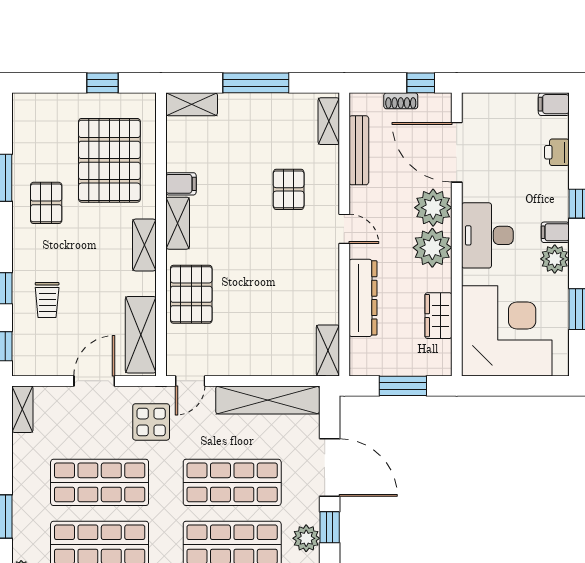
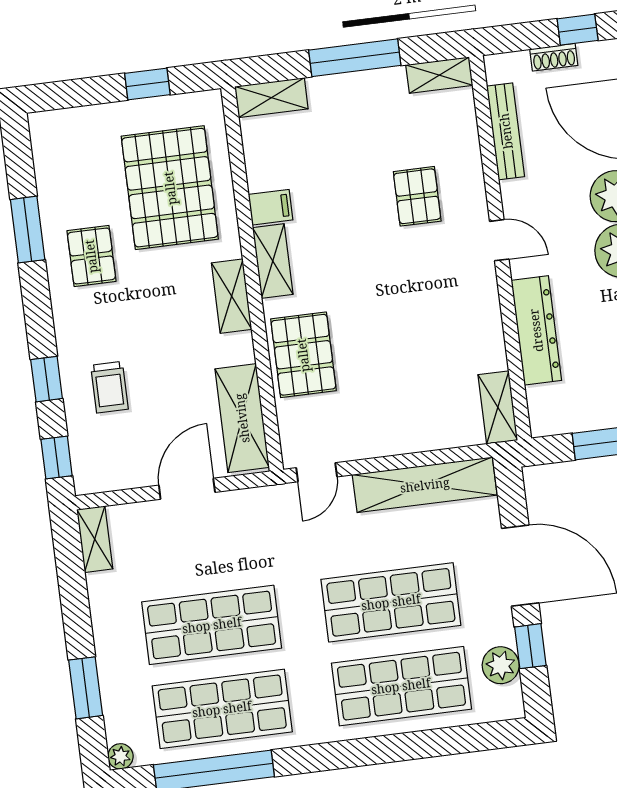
shelving: (329, 121) -> (439, 75), moved, turned 90
display table: (151, 422) -> (271, 534), removed

